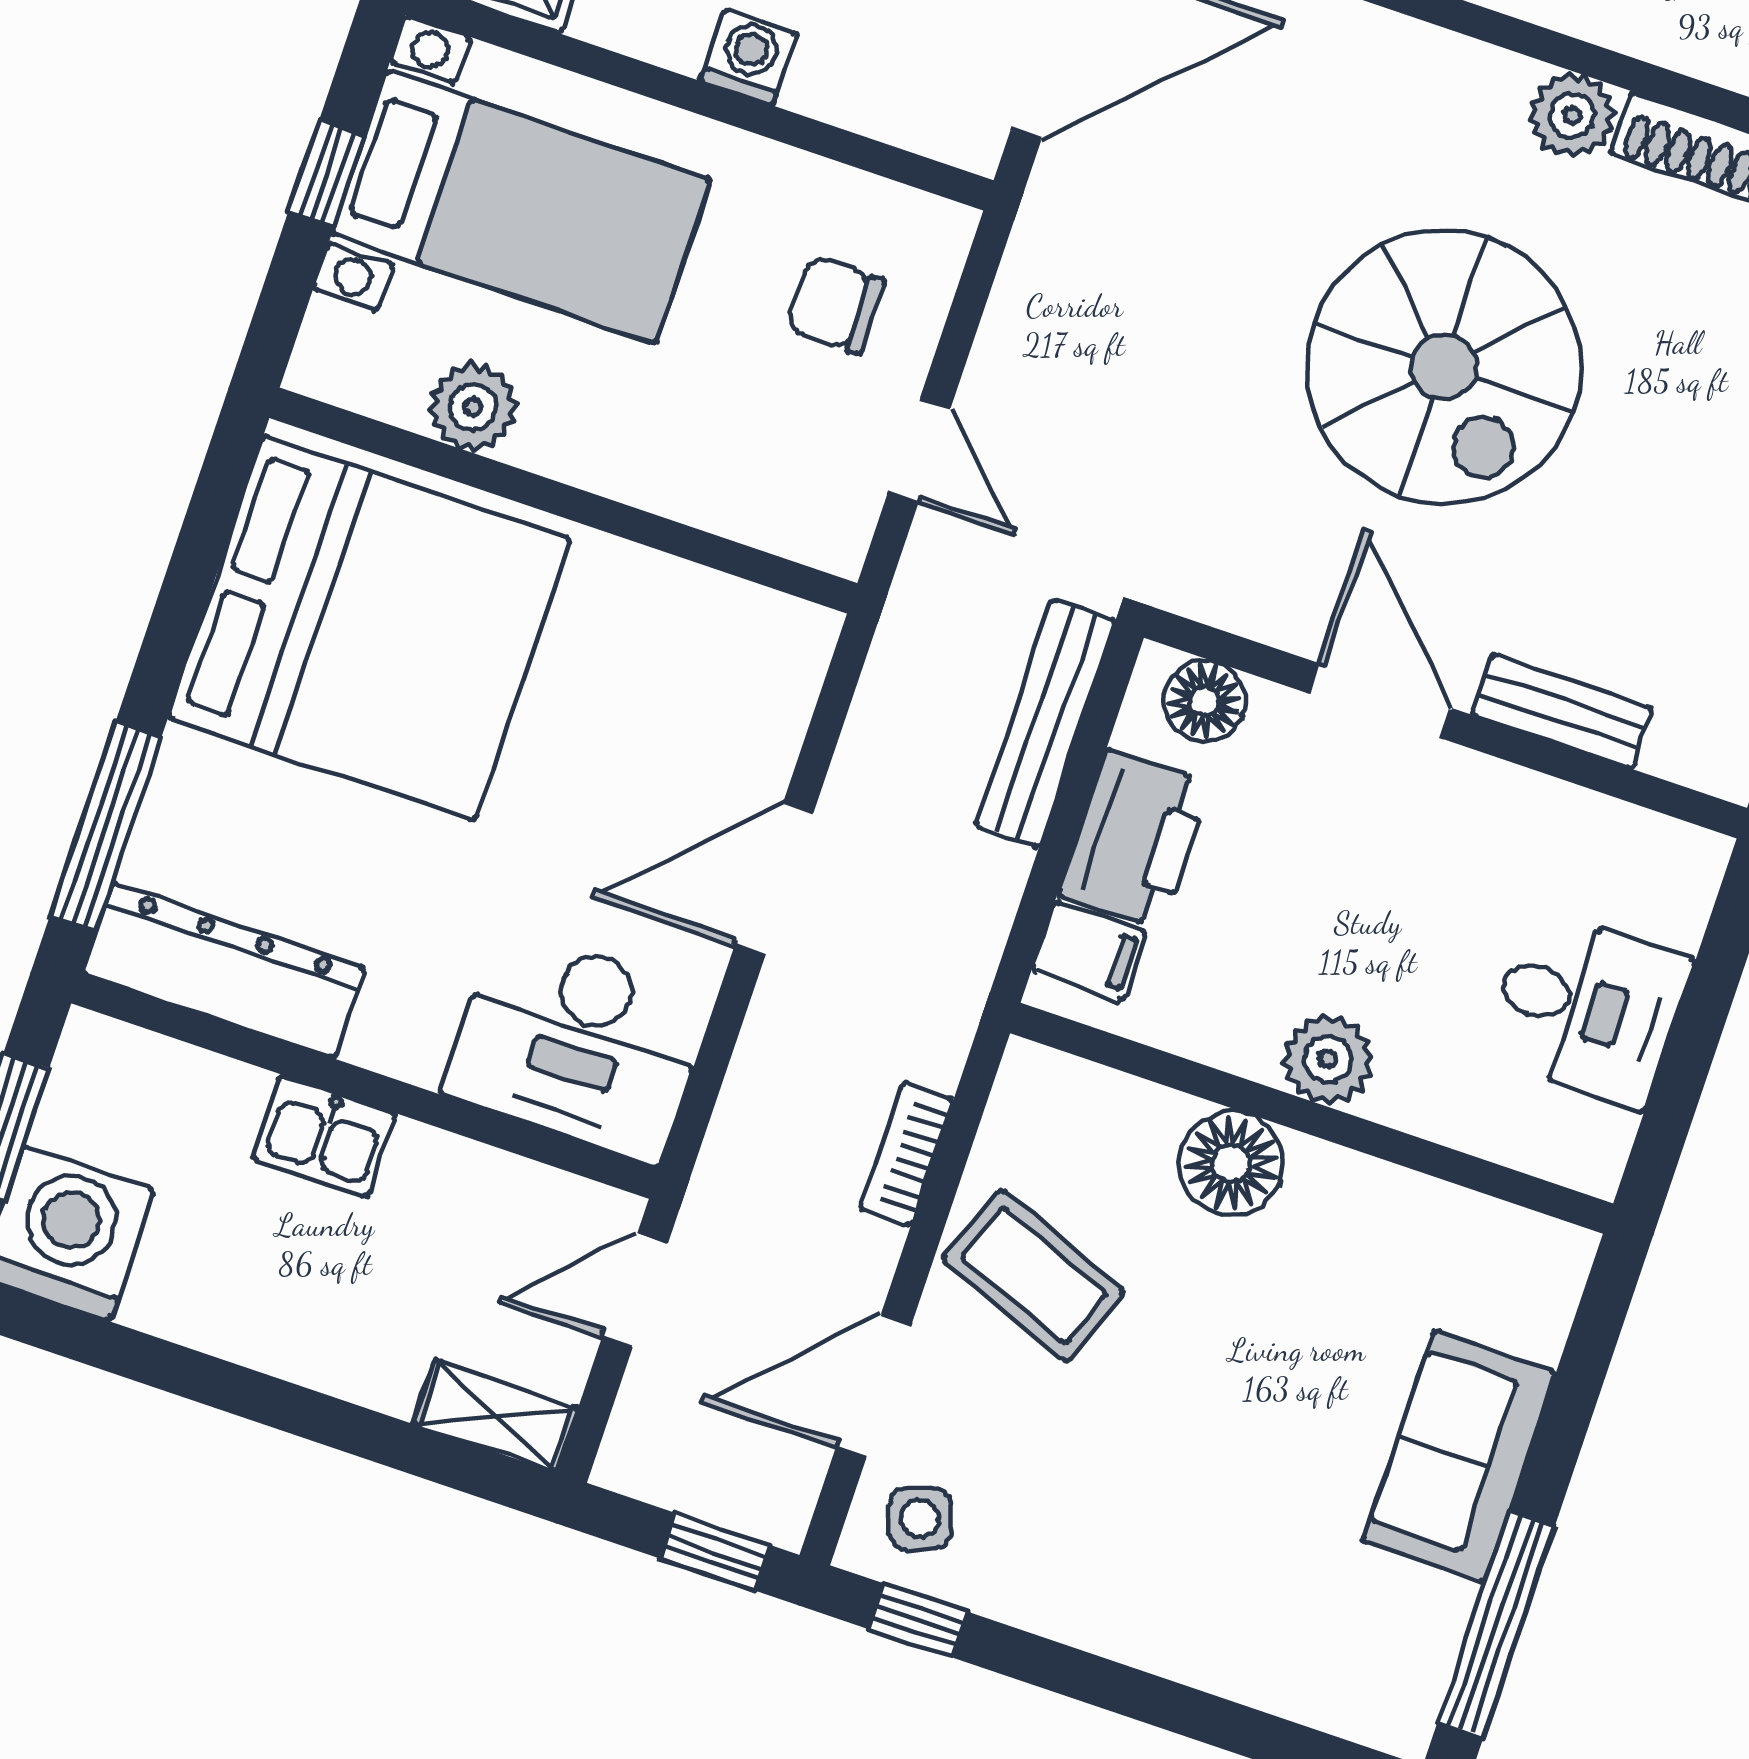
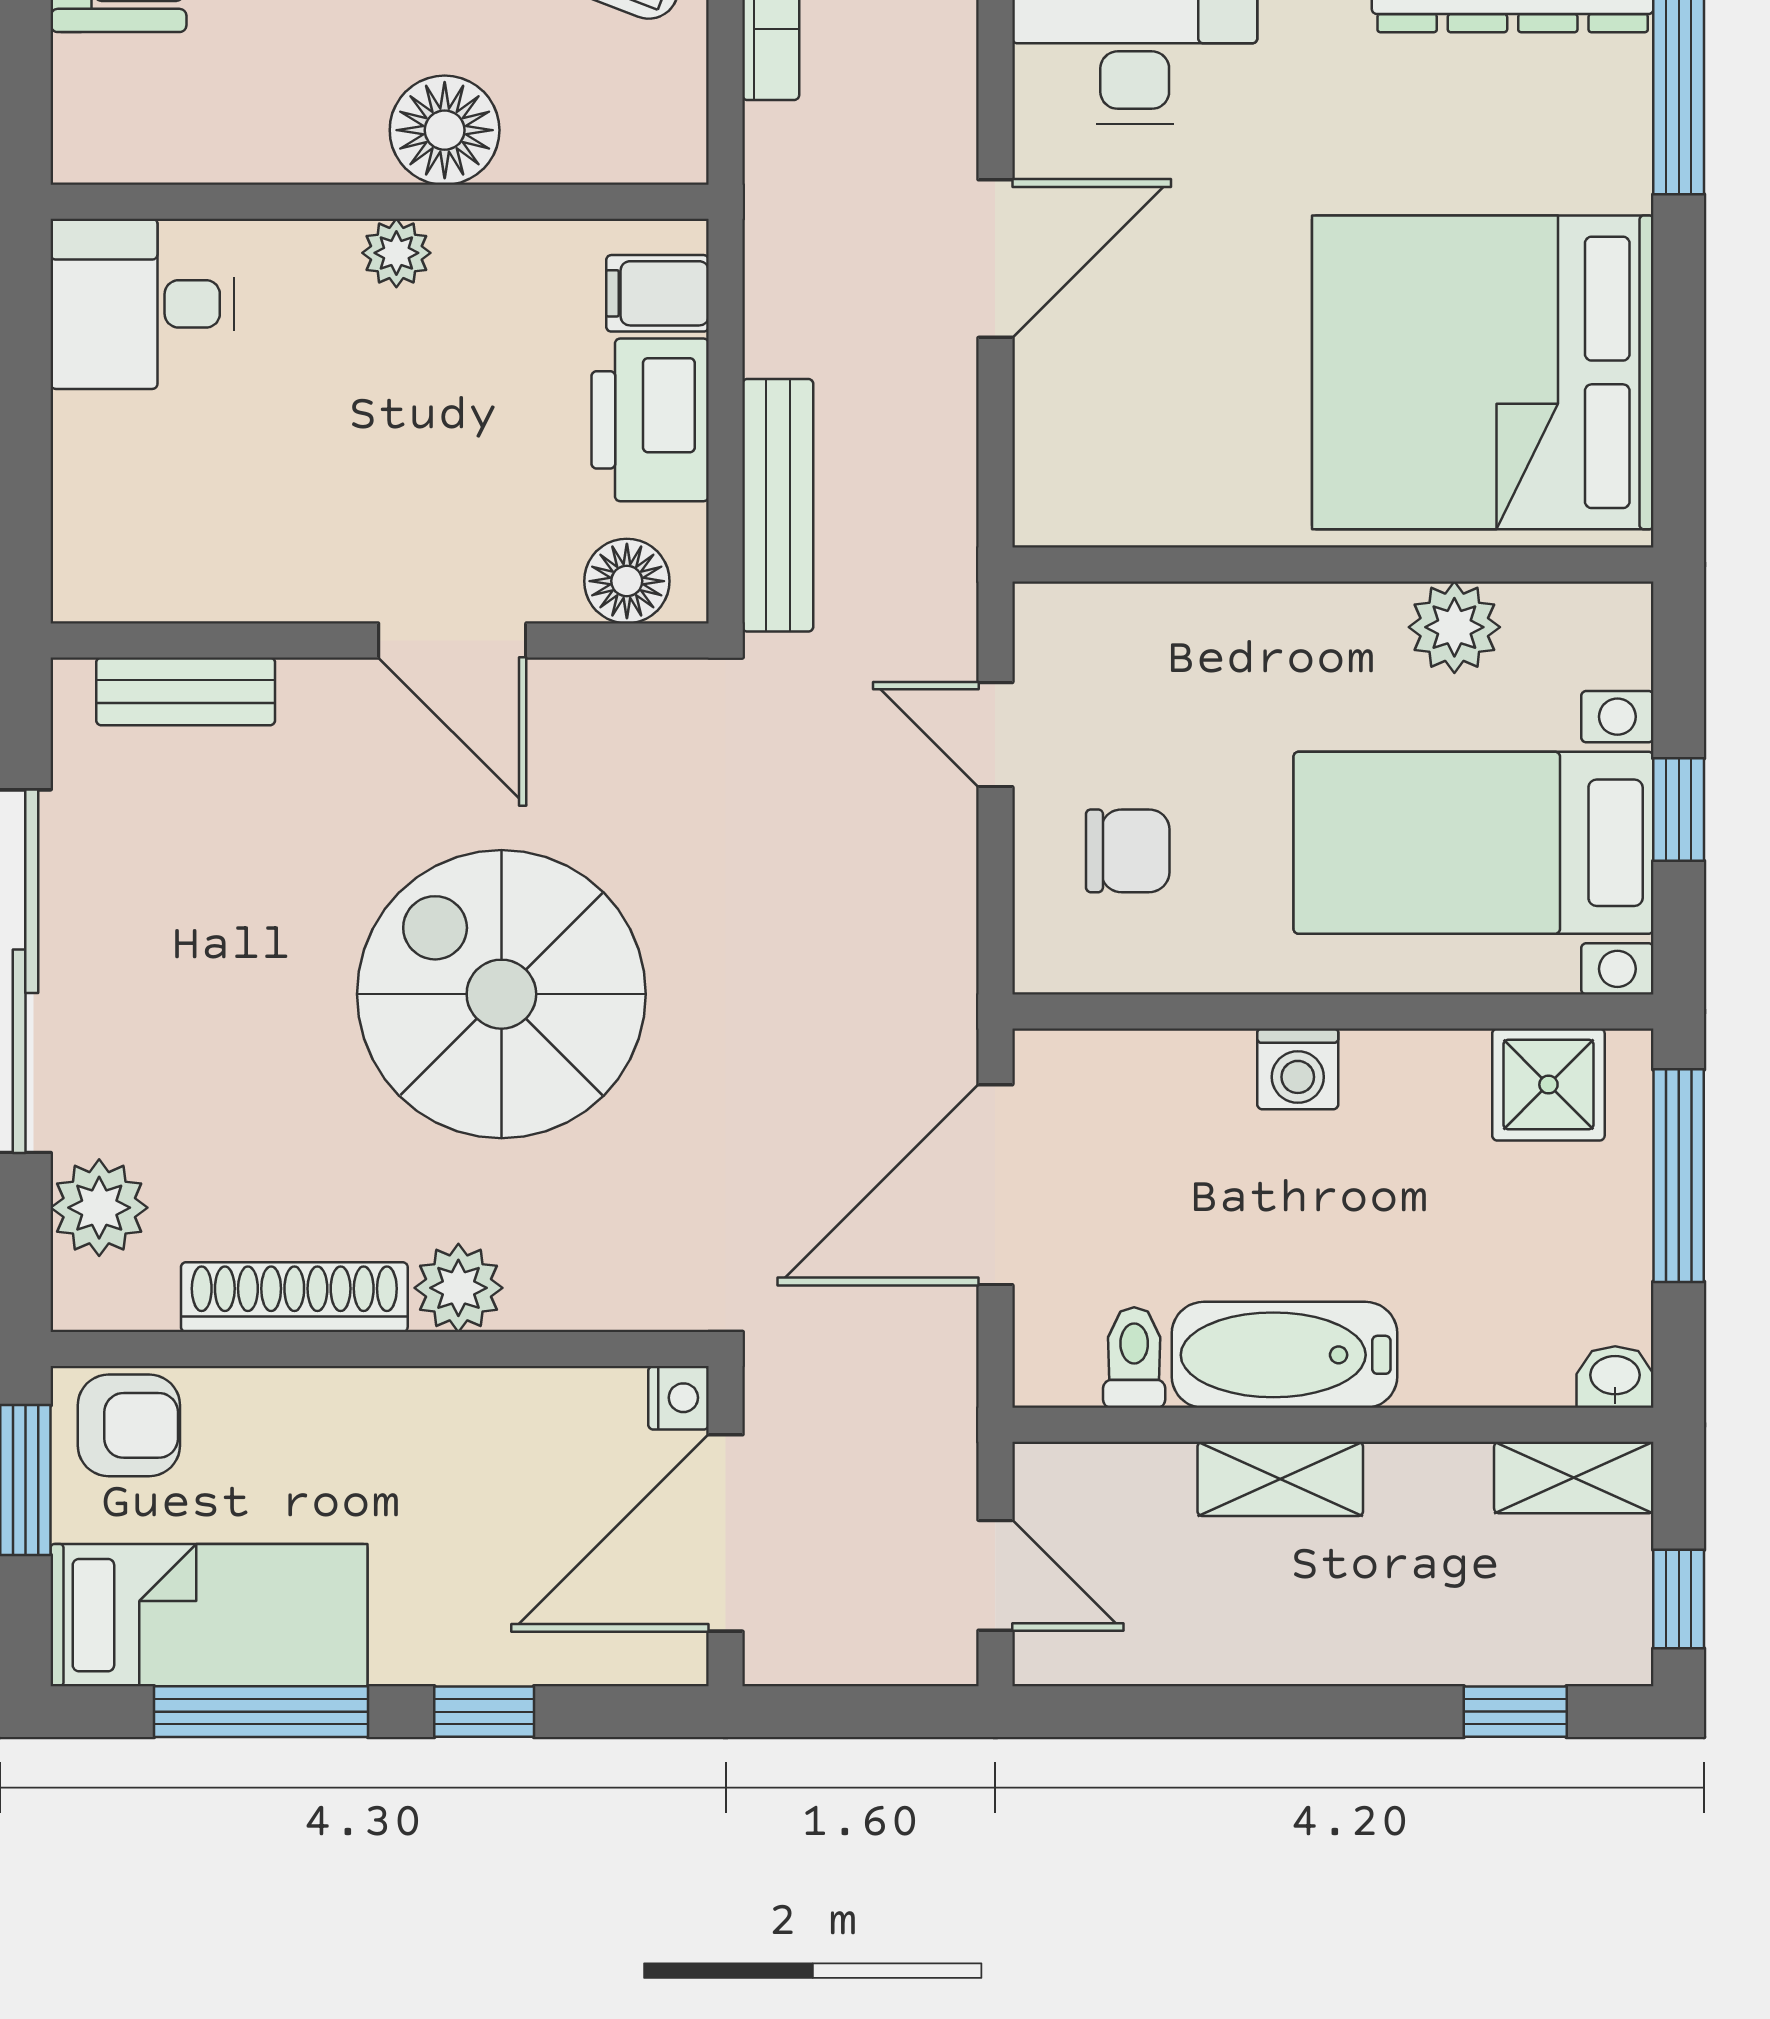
bench: (1562, 711) -> (186, 691), moved
desk: (1587, 1008) -> (143, 304), moved
plant: (1328, 1059) -> (396, 253), width x0.73, depth x0.73

